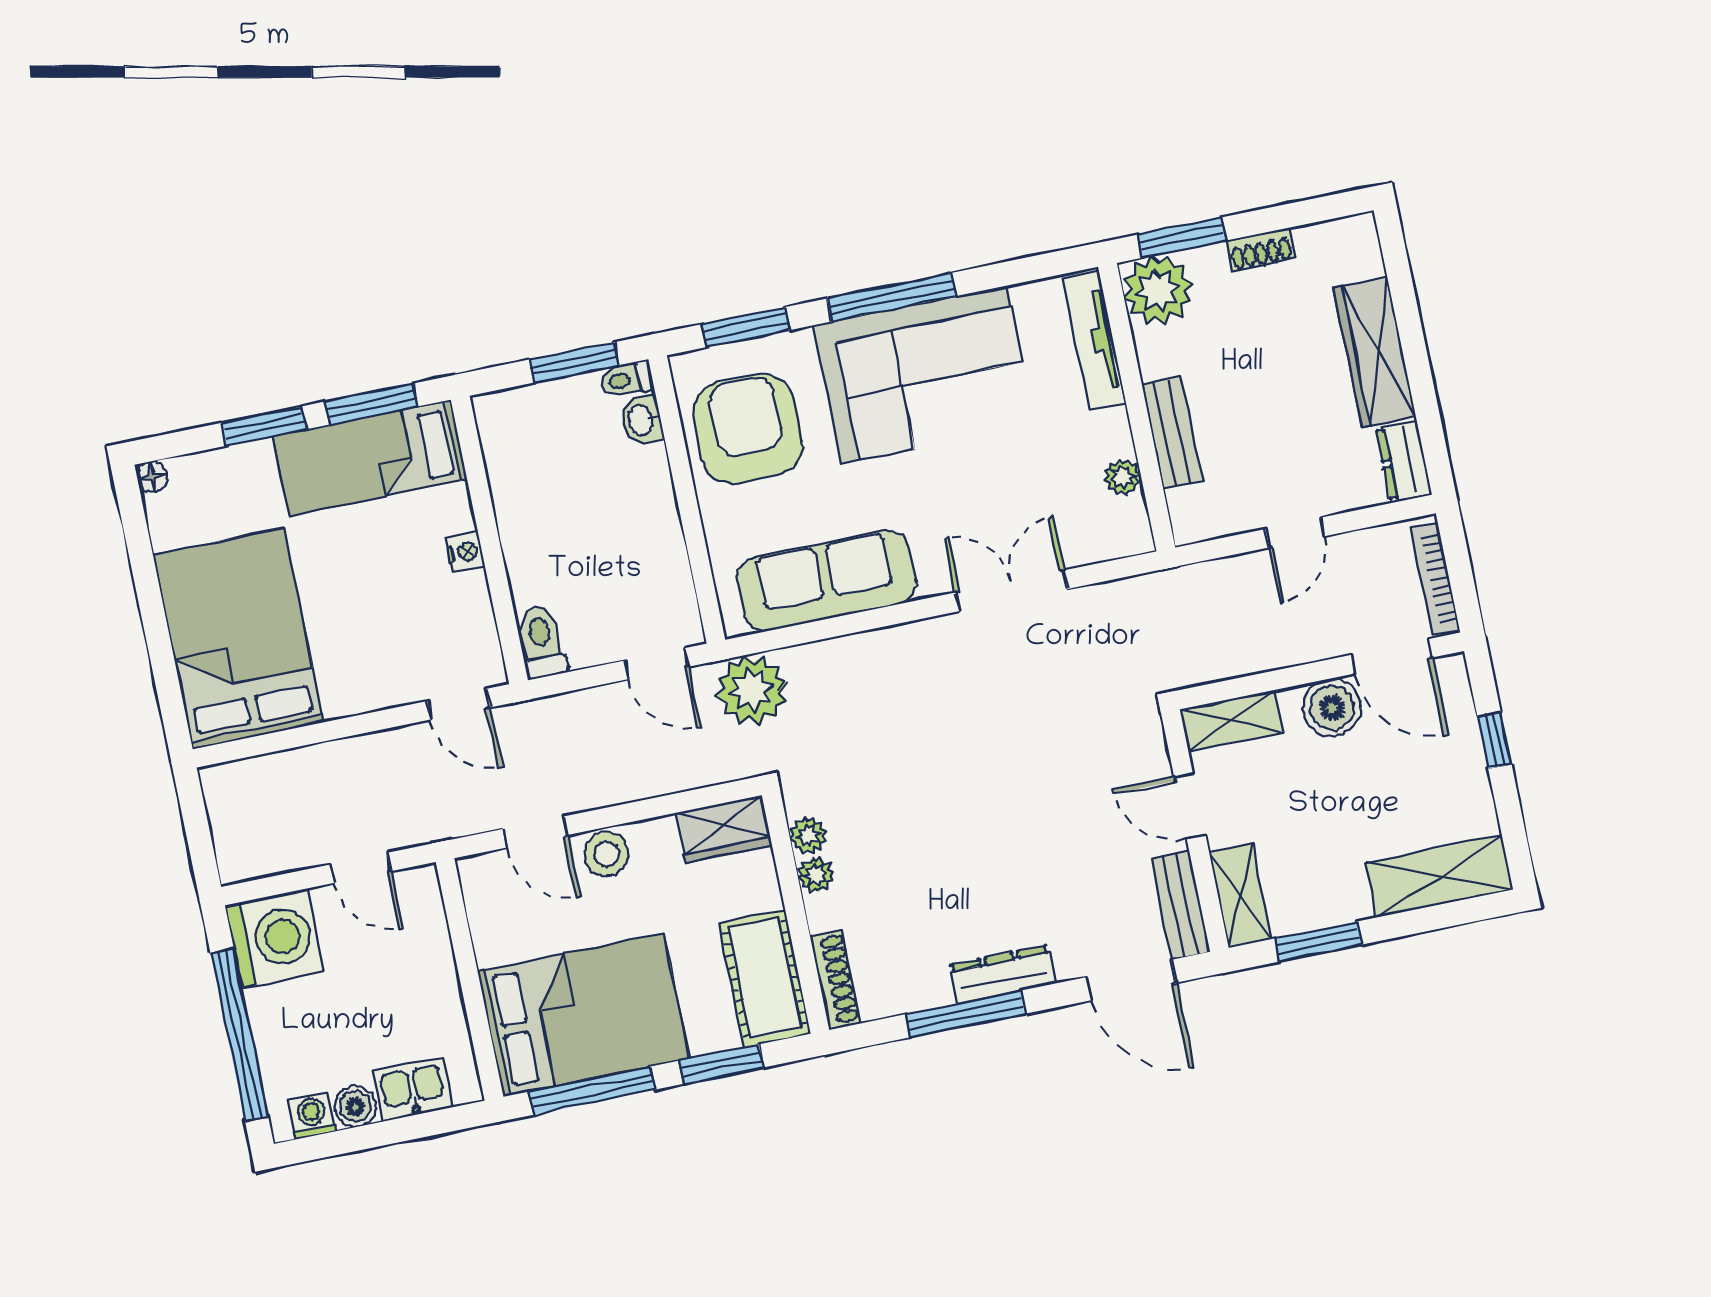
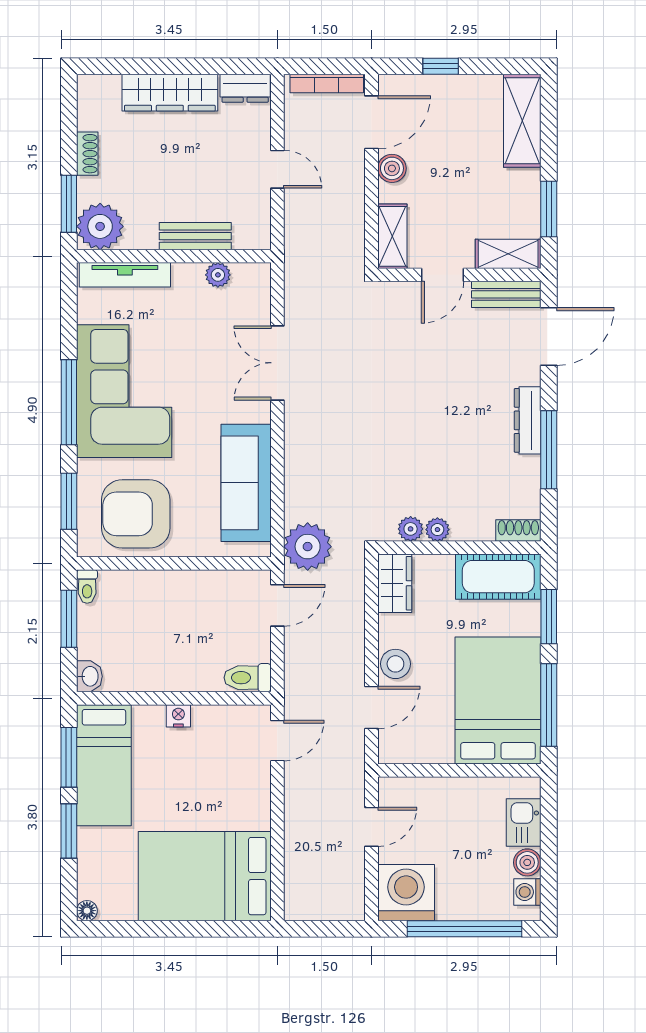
washbasin: (642, 420) -> (89, 676), moved, turned -90
boiler: (1332, 708) -> (392, 168), width x0.73, depth x0.73
shoe rack: (836, 980) -> (518, 531), width x0.70

